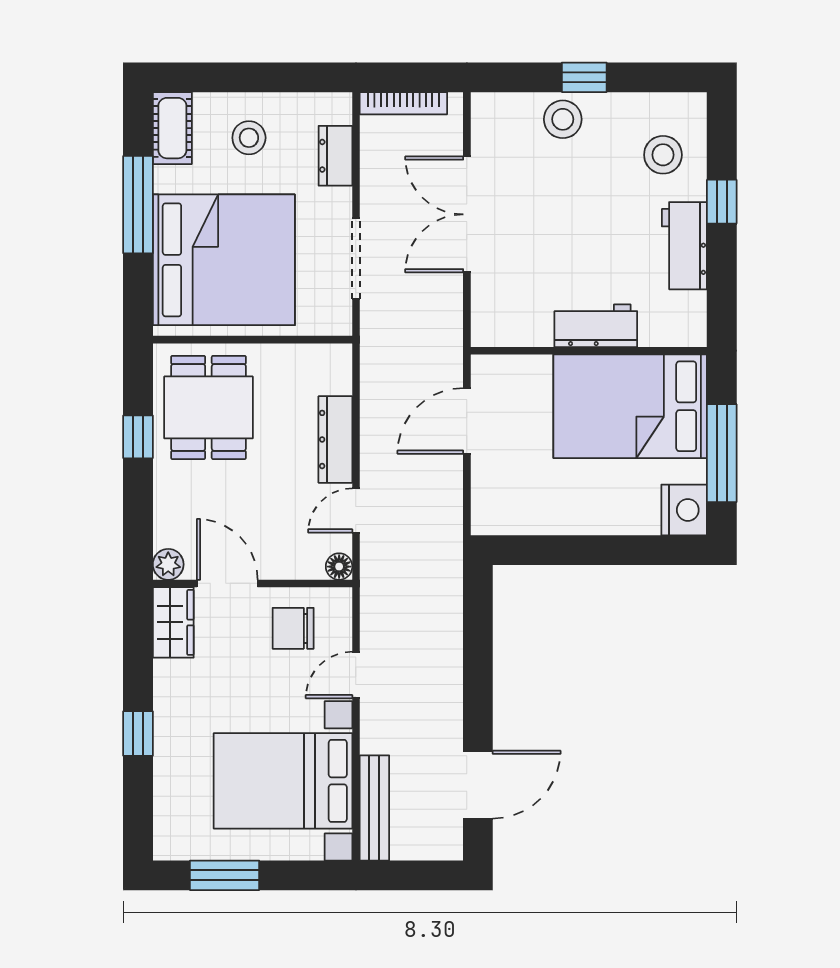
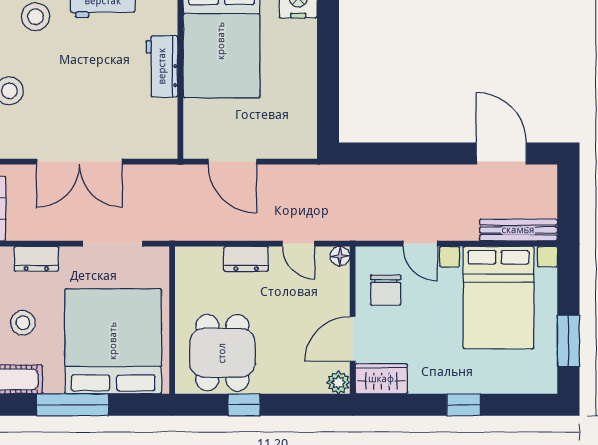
dining table: (208, 407) -> (222, 353), turned 90
dresser: (335, 439) -> (246, 259), width x0.70

